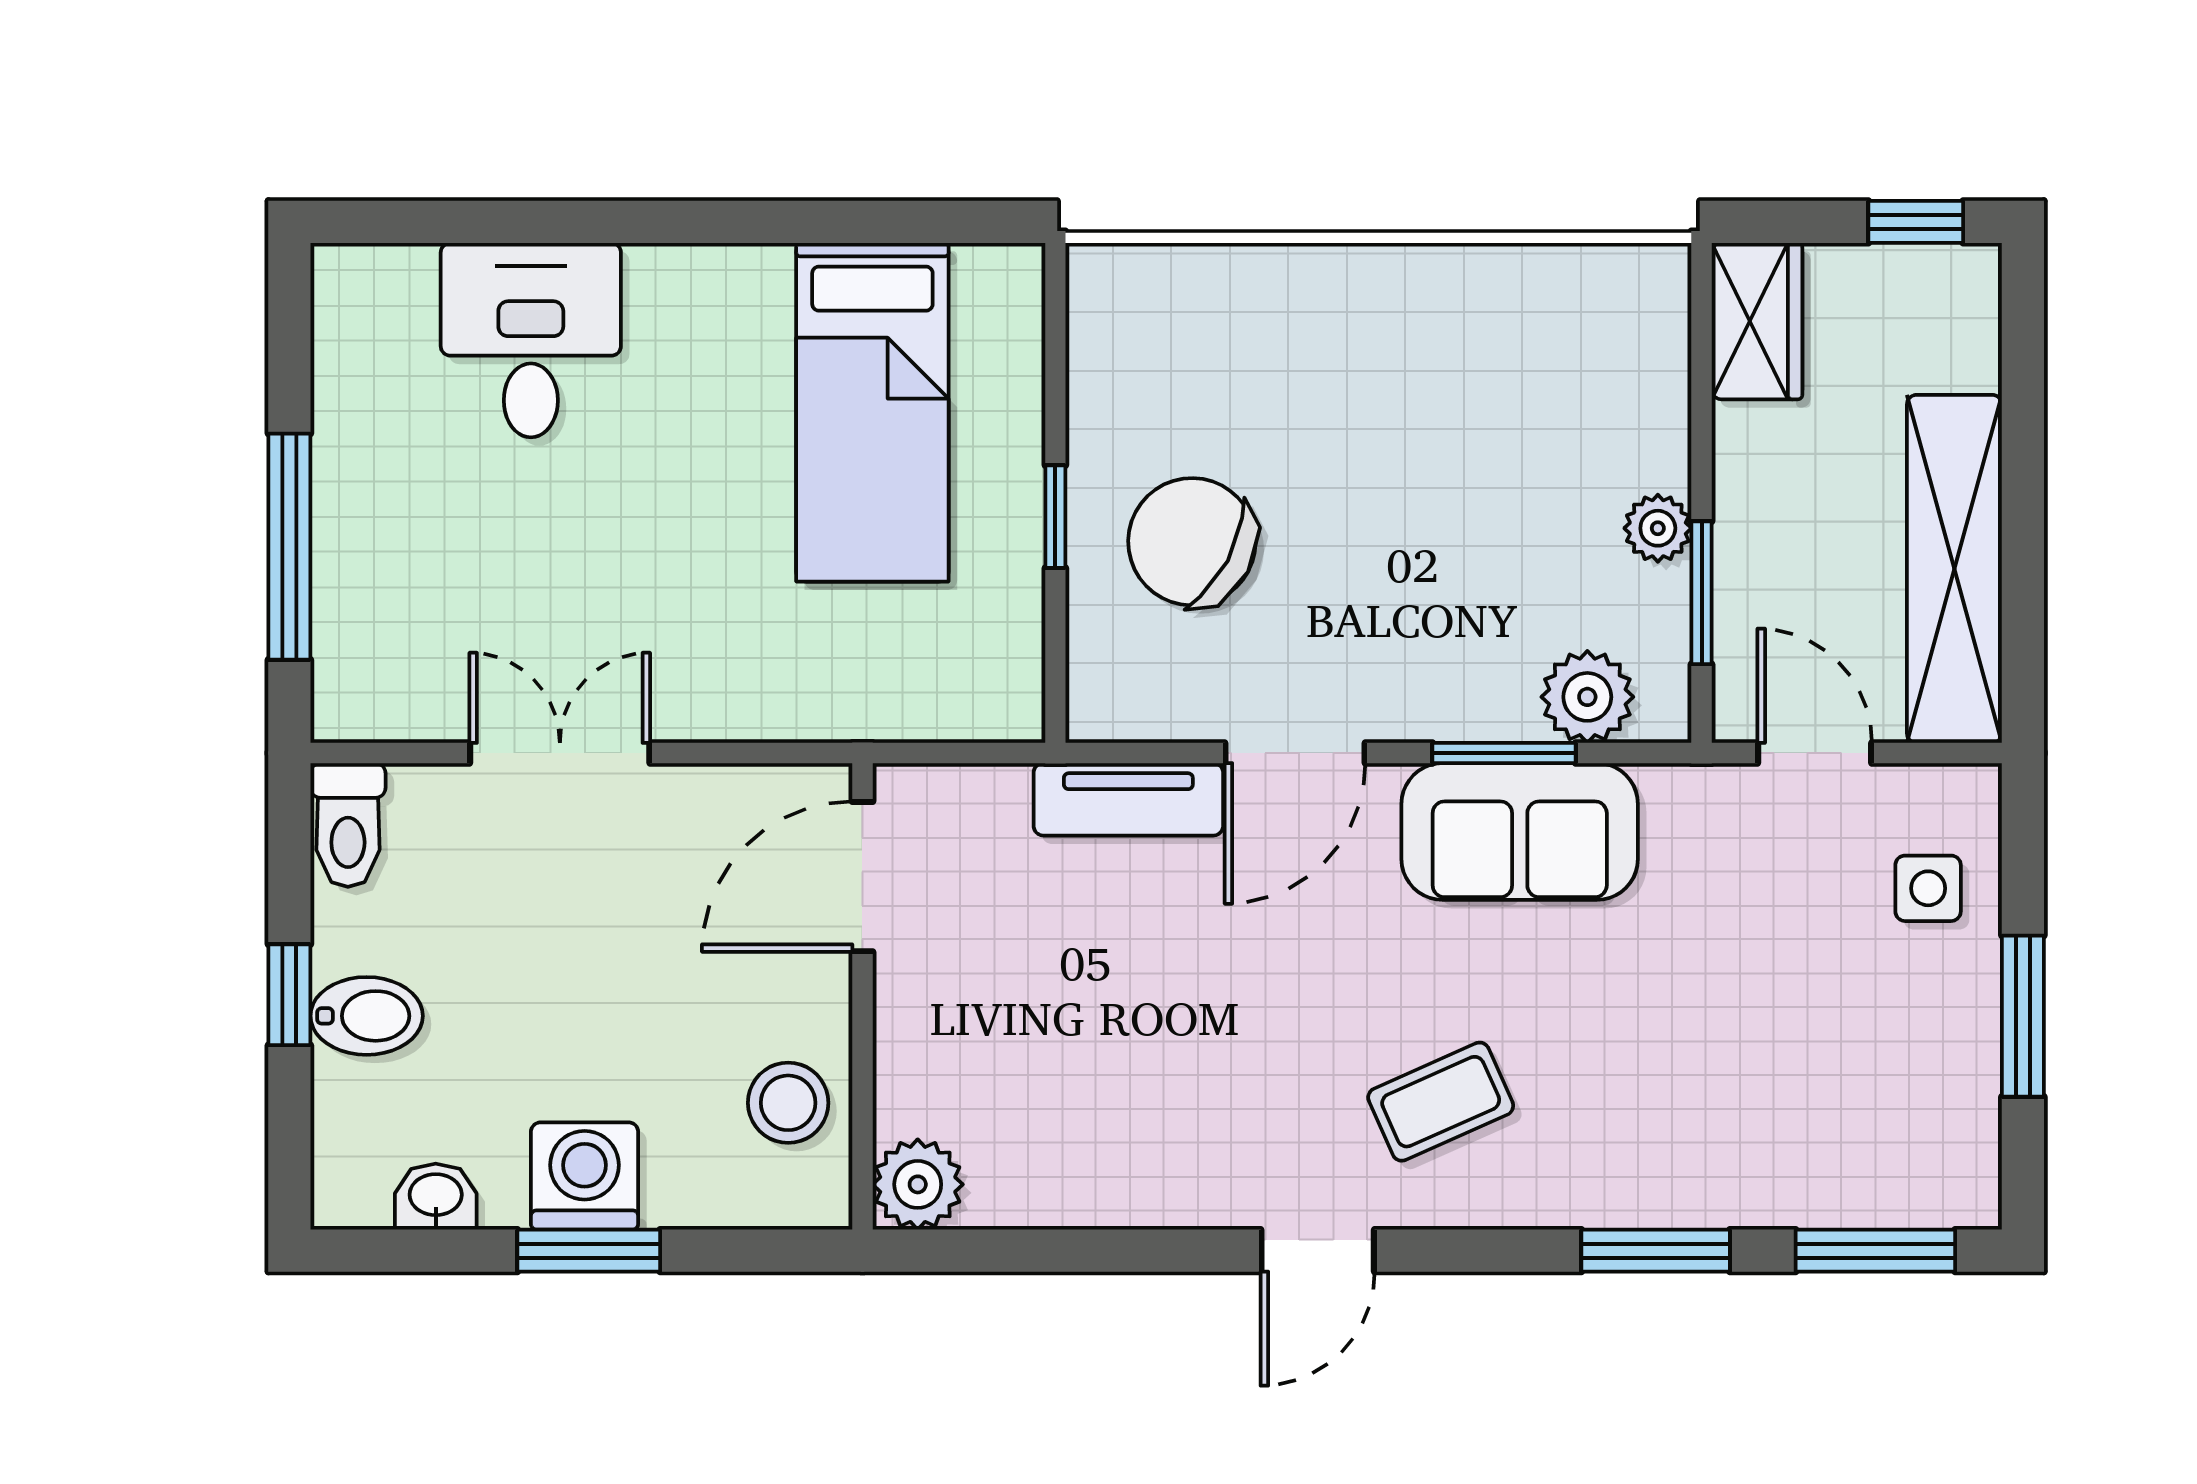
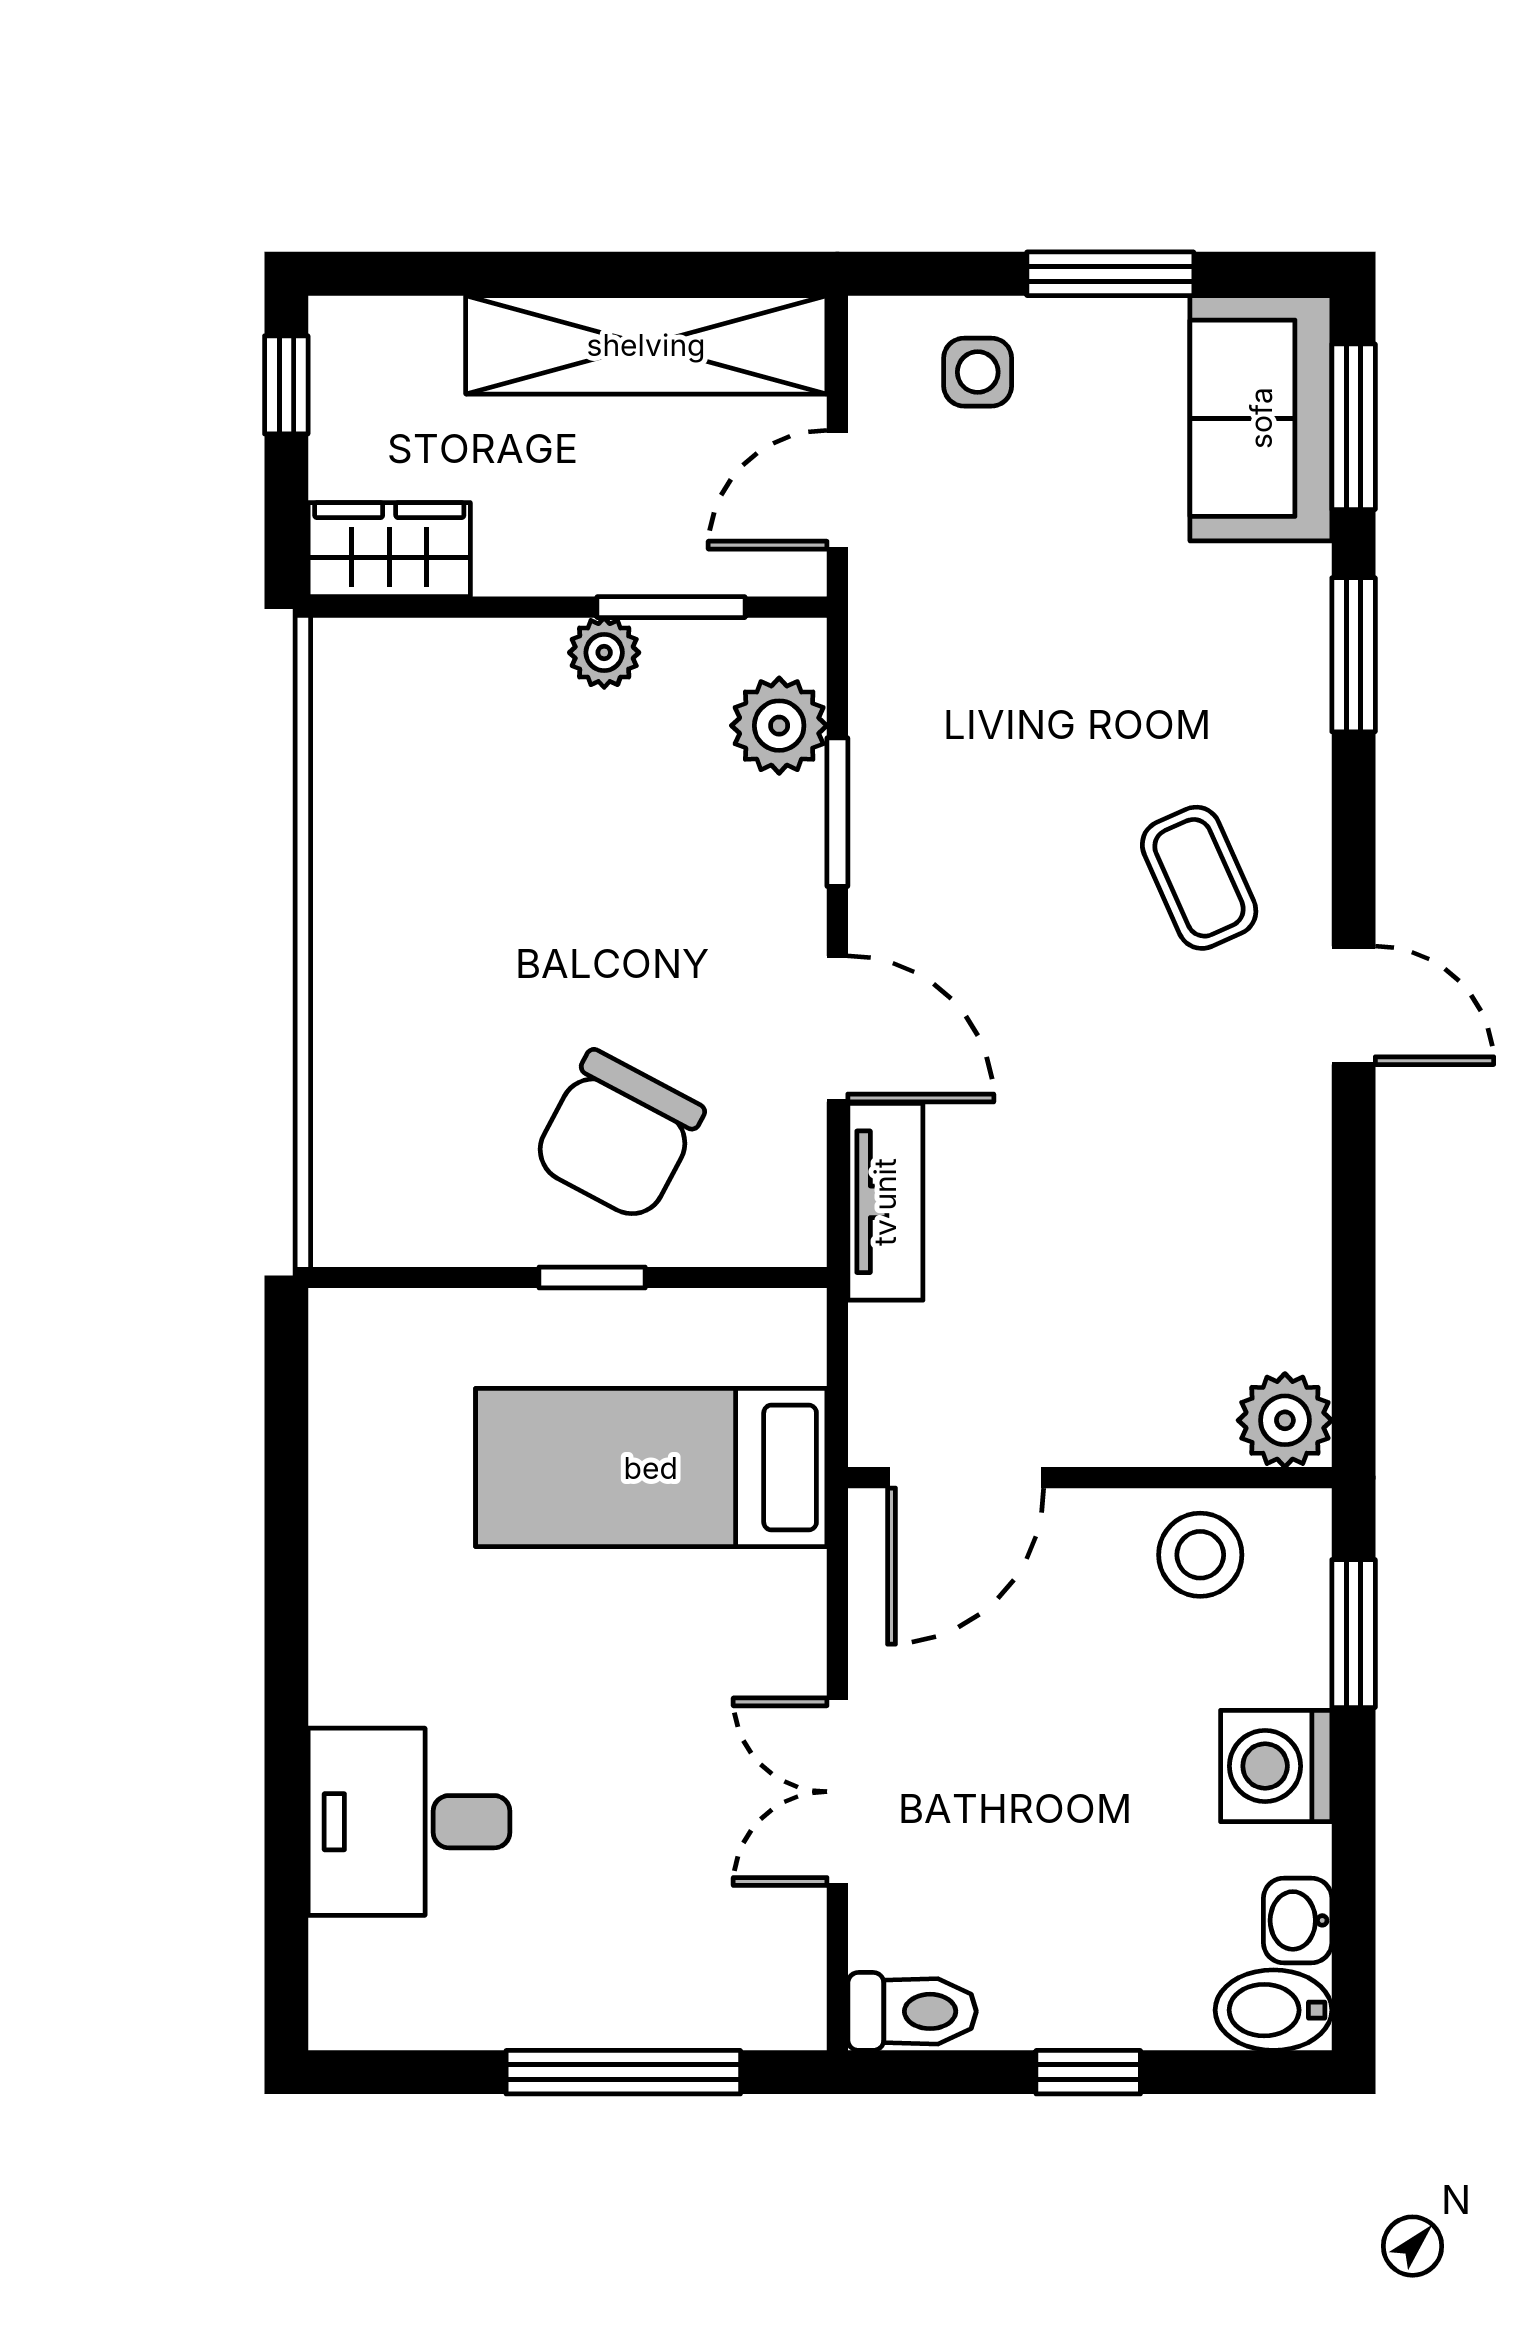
bed: (872, 412) -> (651, 1468), moved, turned 180
sofa: (1520, 832) -> (1261, 418), moved, turned 180
door: (862, 877) -> (966, 1478), hinge flipped
bidet: (367, 1016) -> (1273, 2010), moved, turned -90
window: (589, 1251) -> (1354, 1634), moved

